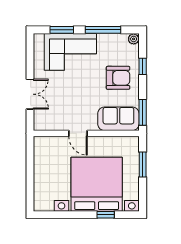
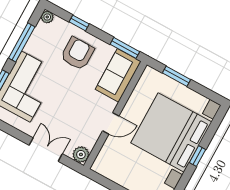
plant: (41, 124) -> (81, 154), added
window: (106, 215) -> (198, 156), moved

